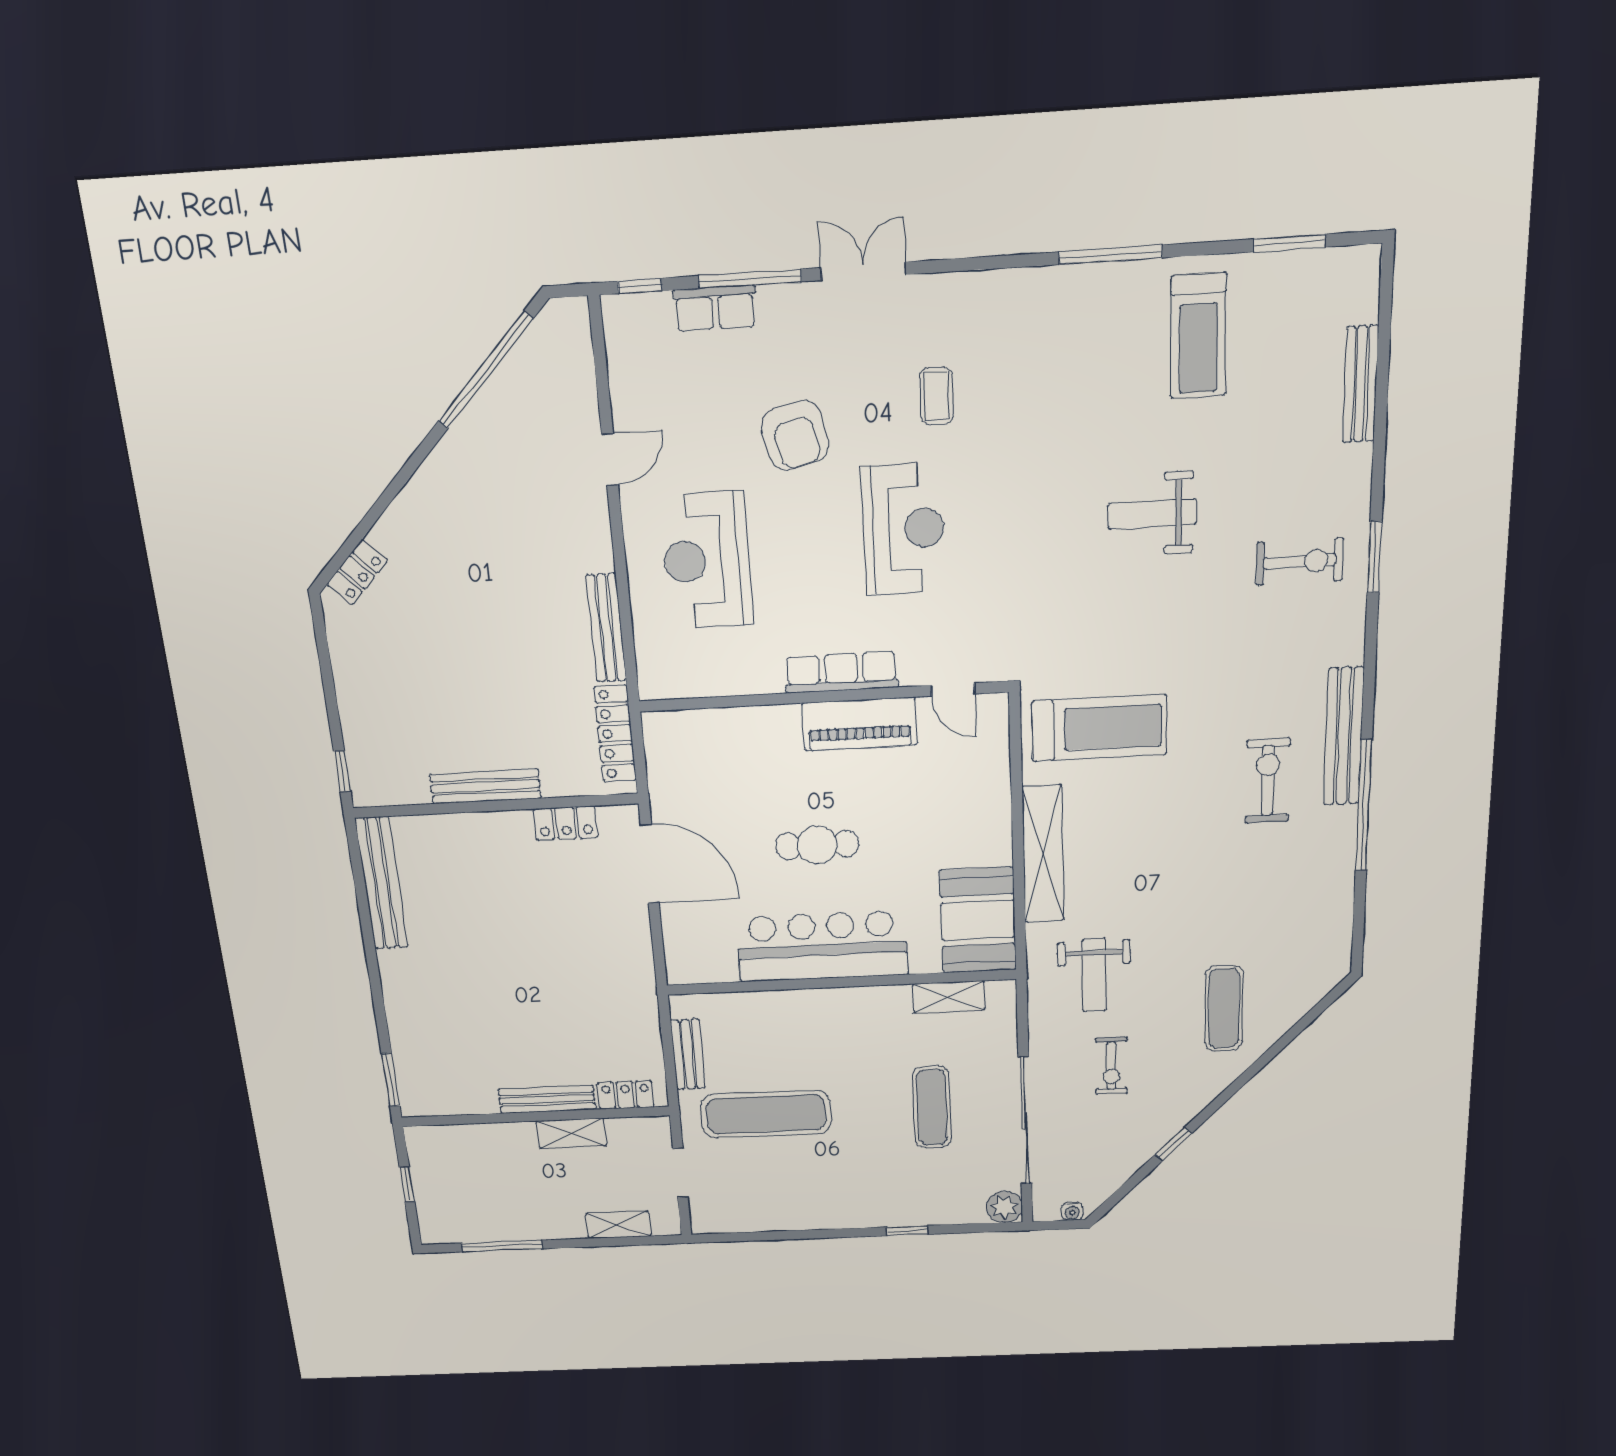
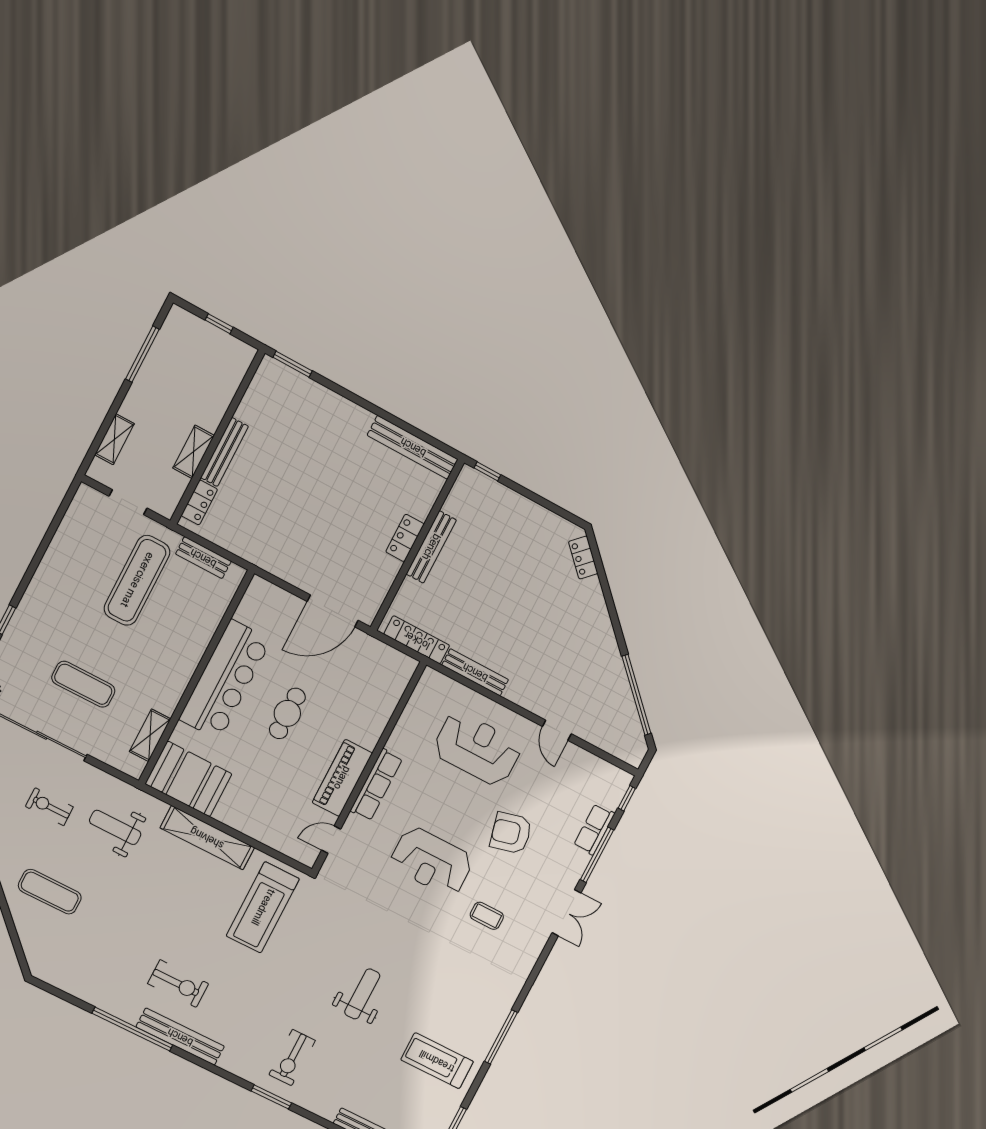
locker: (566, 823) -> (405, 538), moved

